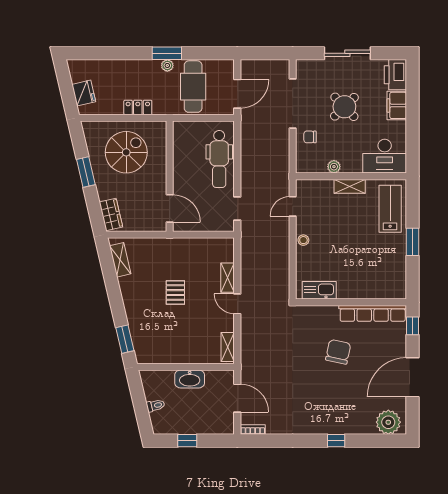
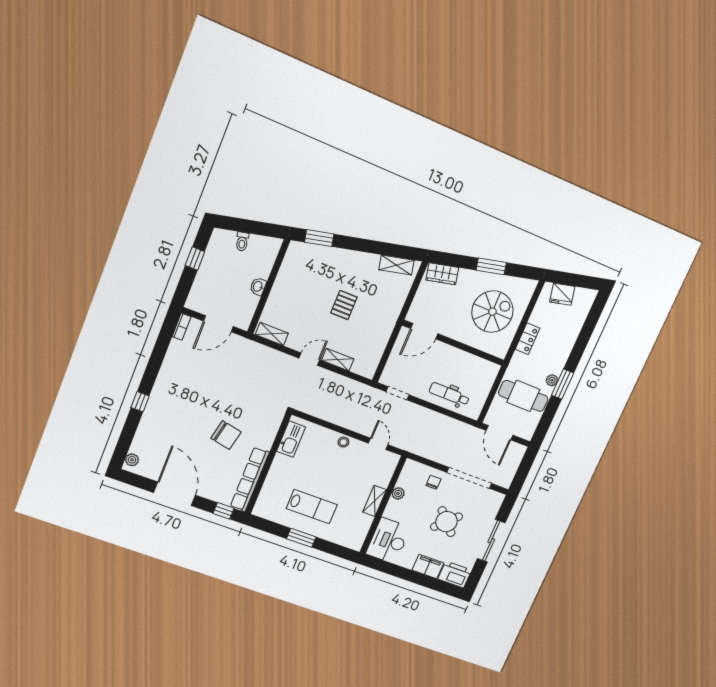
spiral stairs: (126, 152) -> (492, 312), turned -90
dental chair: (219, 159) -> (449, 394), width x0.73, depth x0.72
lab bench: (390, 209) -> (312, 507), moved
pallet: (175, 293) -> (344, 305), turned 90
washbasin: (190, 379) -> (258, 286), width x0.52, depth x0.69
plant: (388, 422) -> (132, 460), width x0.53, depth x0.53

